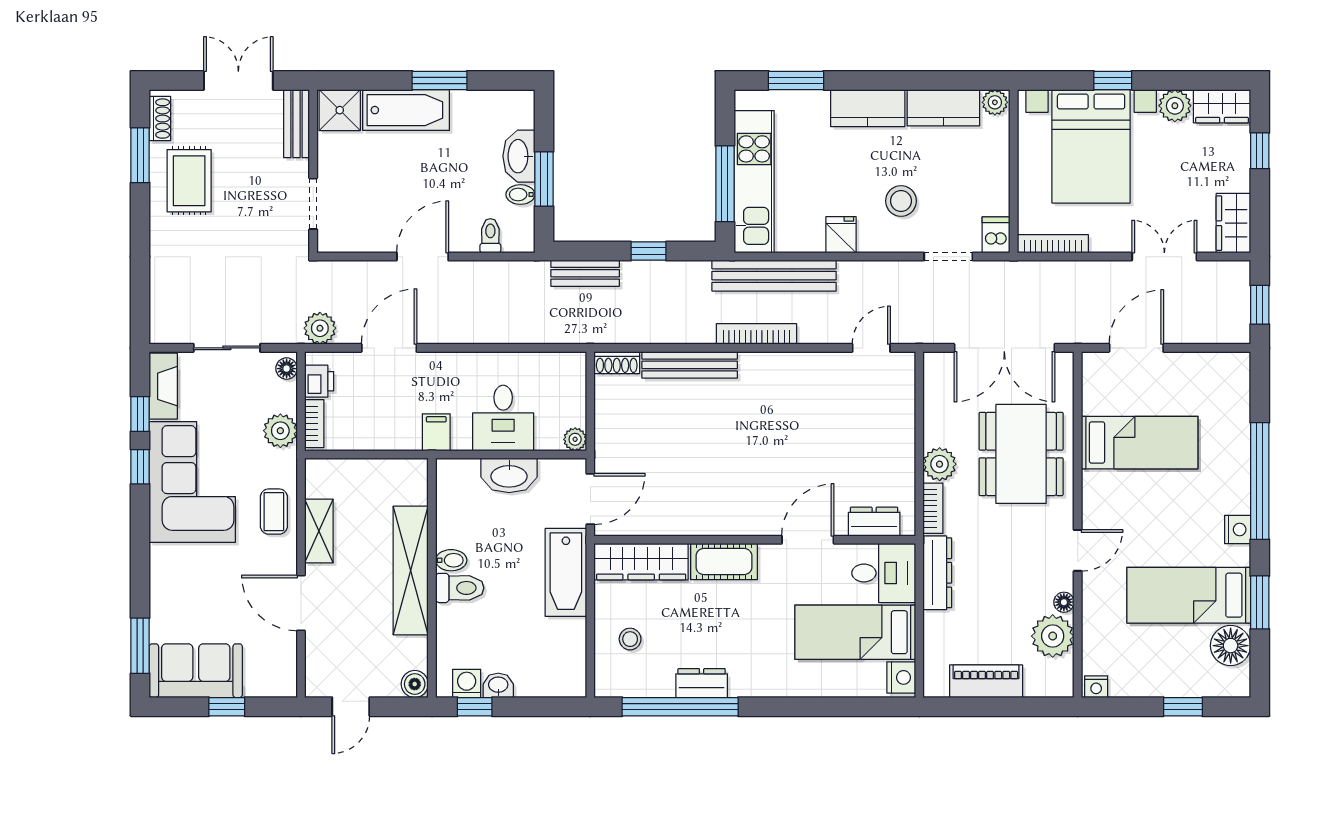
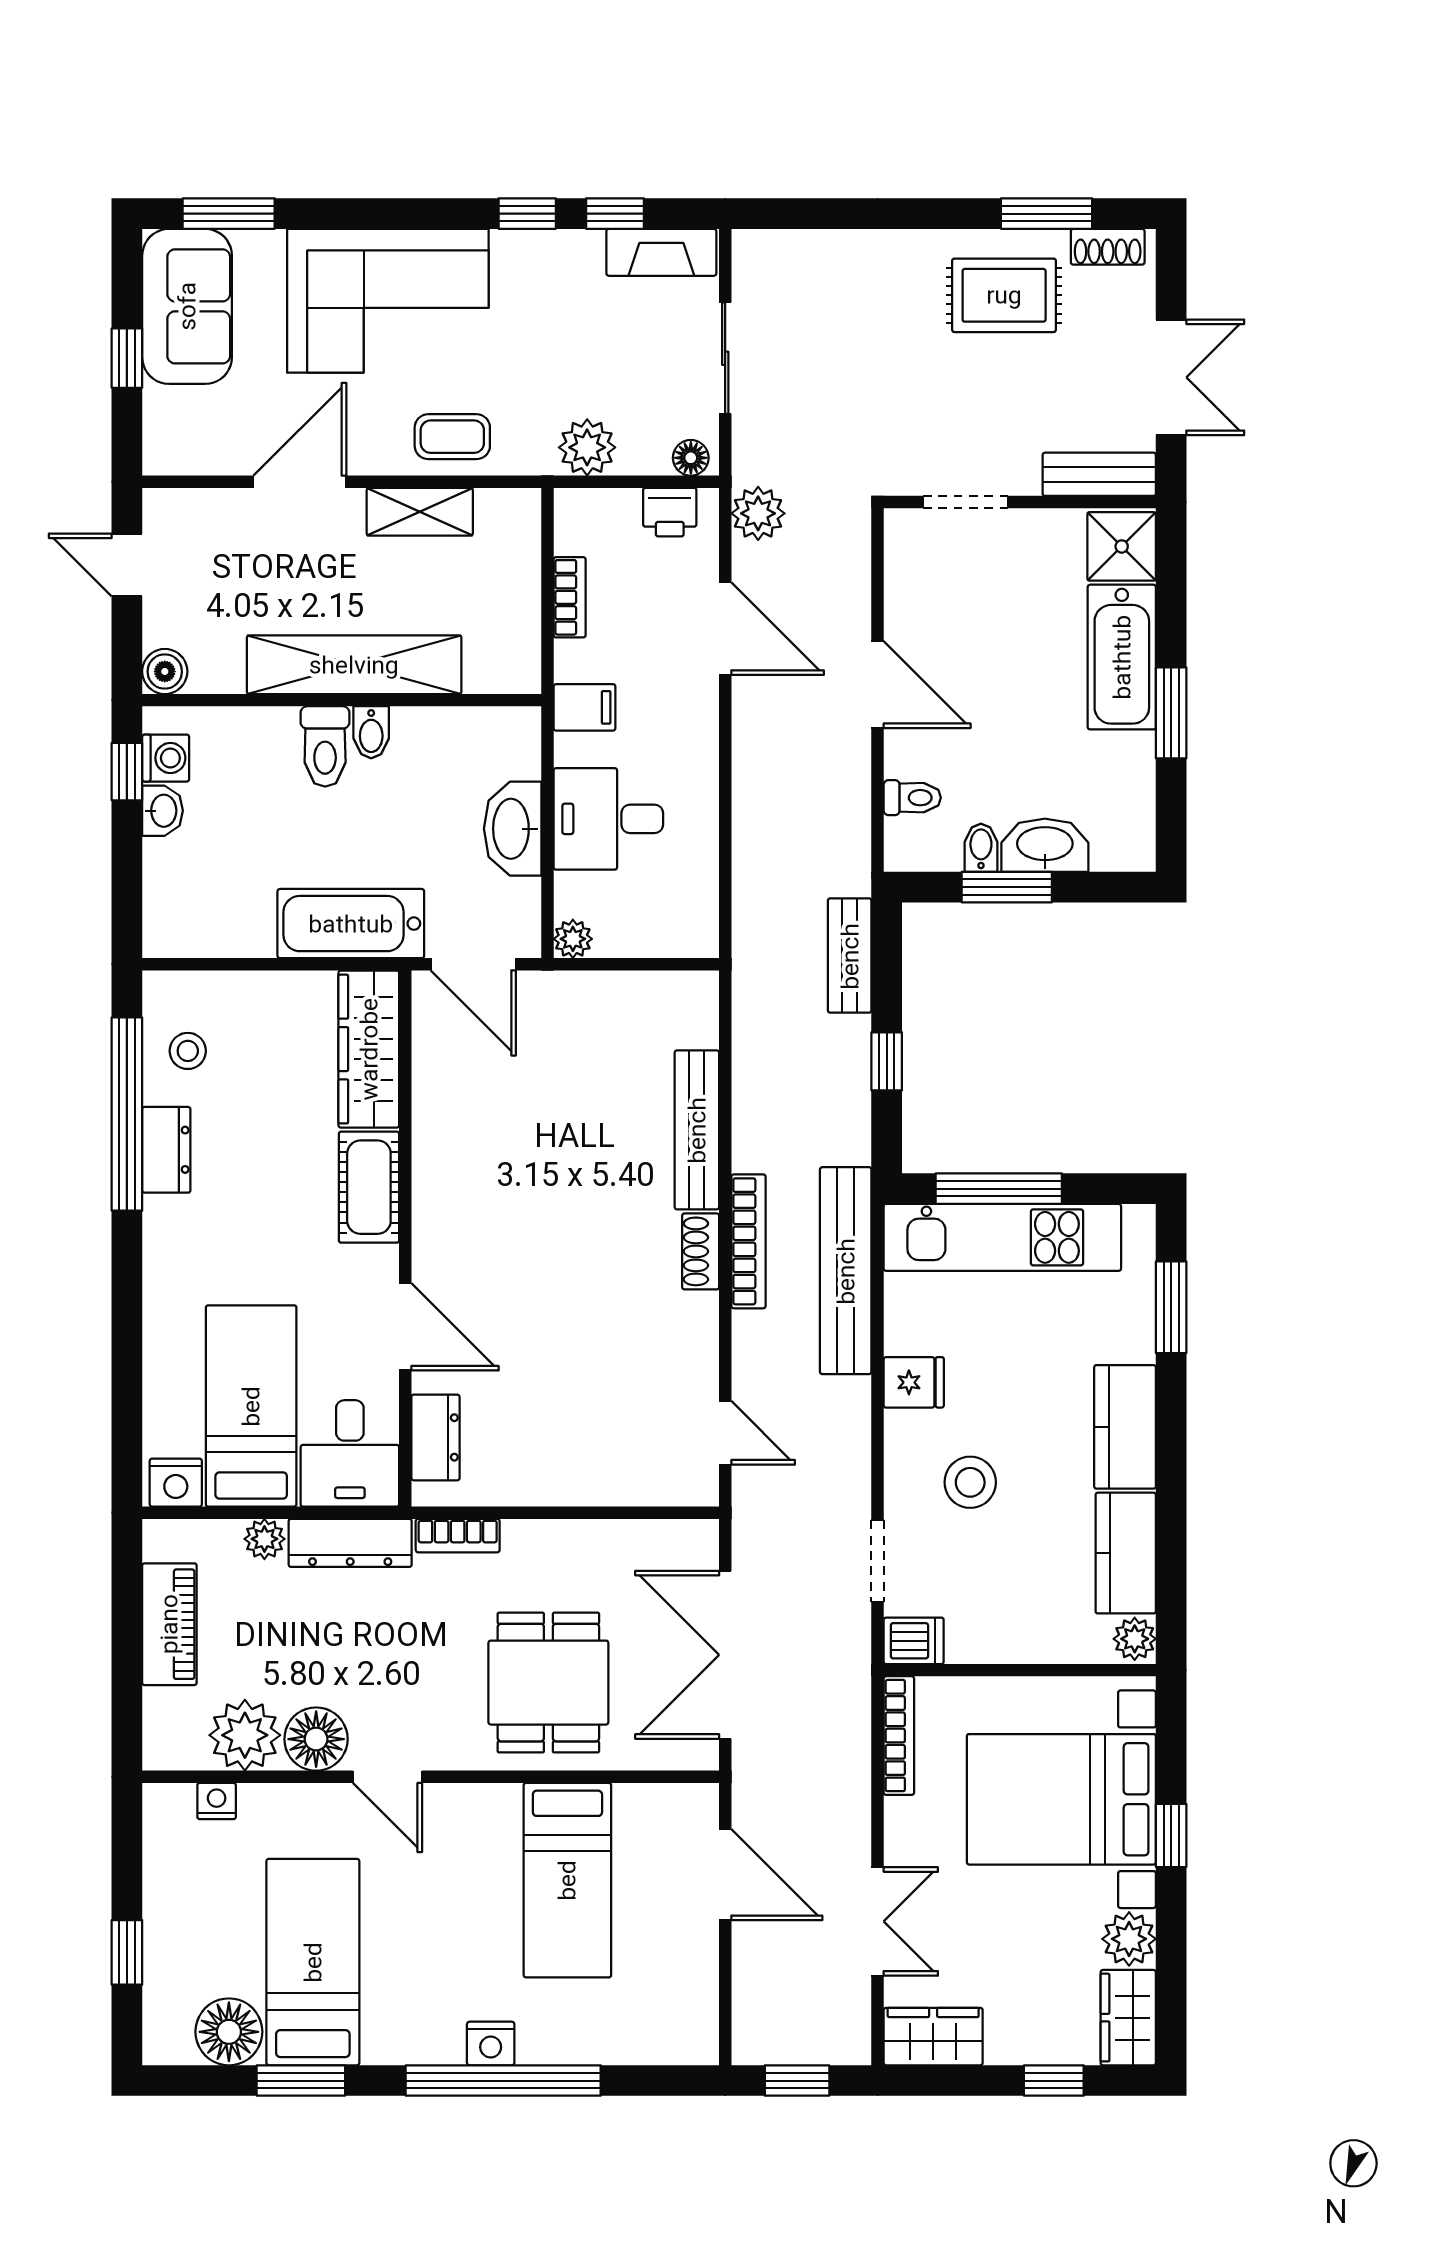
shoe rack: (617, 363) -> (701, 1251), moved
bookcase: (314, 424) -> (570, 597), moved, turned -90
dining table: (1021, 454) -> (548, 1683), width x0.73
plant: (940, 464) -> (264, 1539), moved, width x0.73, depth x0.73
corner sofa: (192, 482) -> (388, 301), moved
nightstand: (1238, 529) -> (491, 2043), moved
floor lamp: (1064, 602) -> (316, 1739), width x1.89, depth x1.89
stool: (630, 639) -> (188, 1051), moved
nightstand: (1096, 687) -> (217, 1801), moved, turned 90

